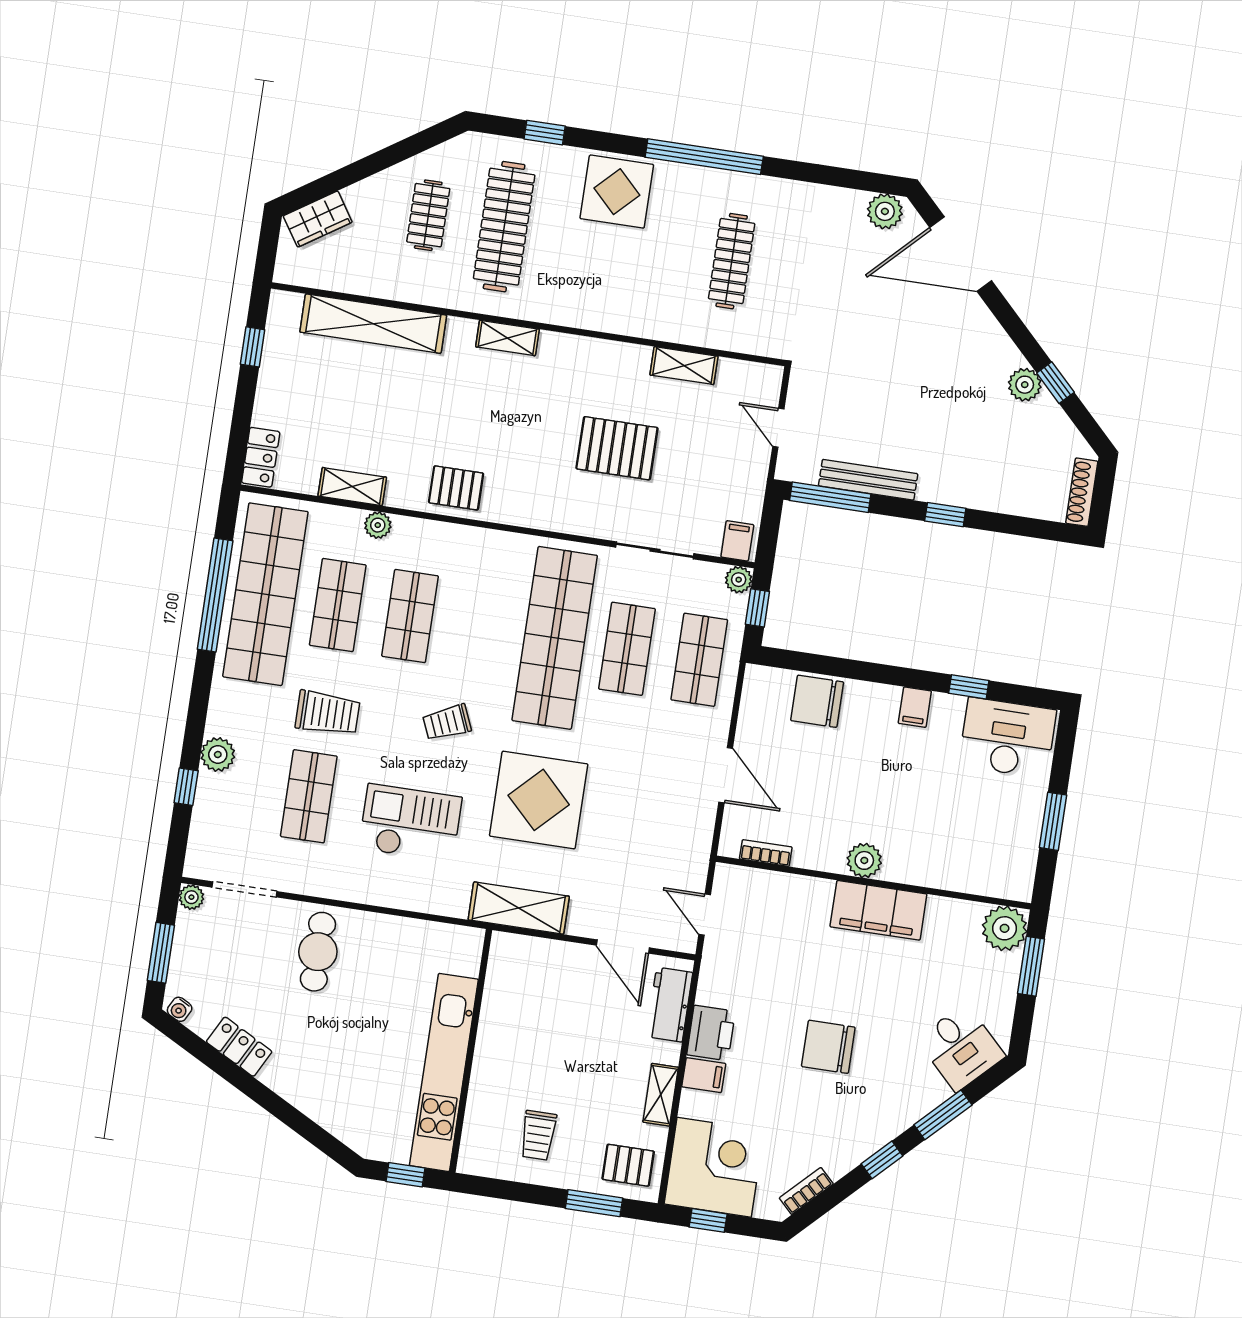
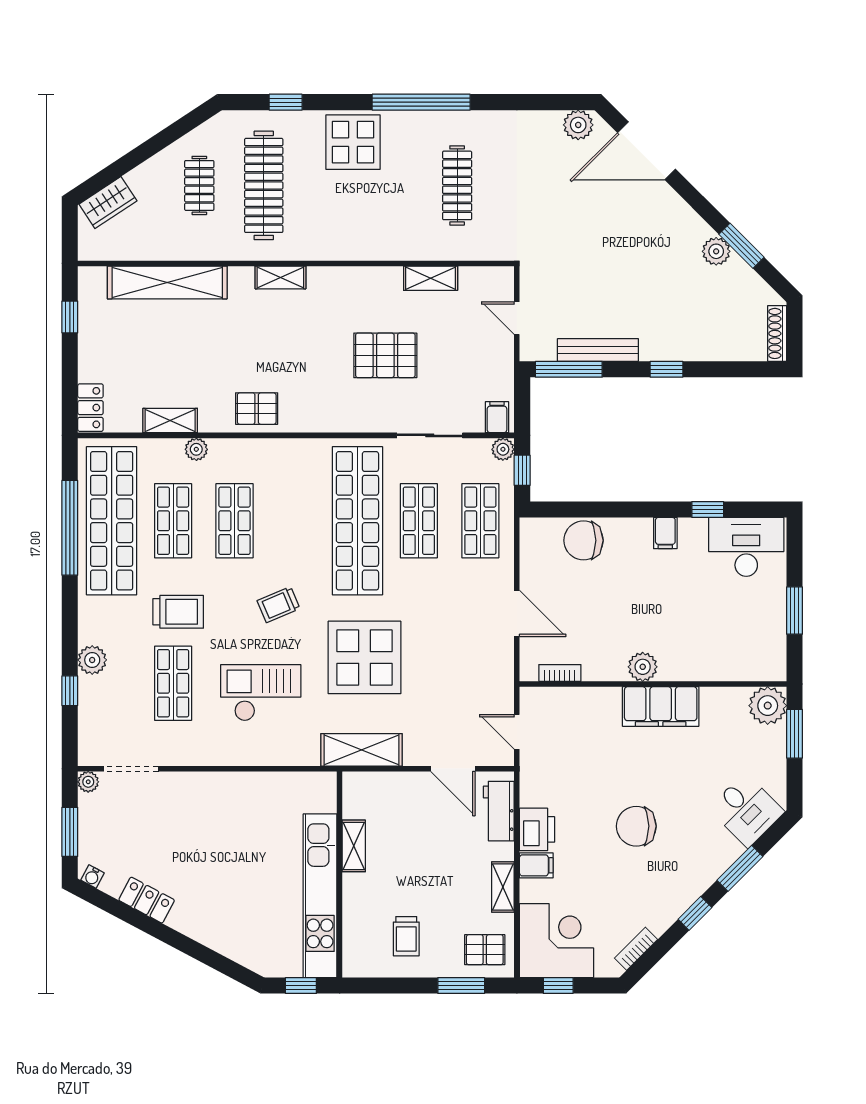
window: (1055, 383) -> (741, 246), width x1.50
cafe table: (318, 952) -> (200, 811), removed
shelving: (493, 1020) -> (354, 846), added

